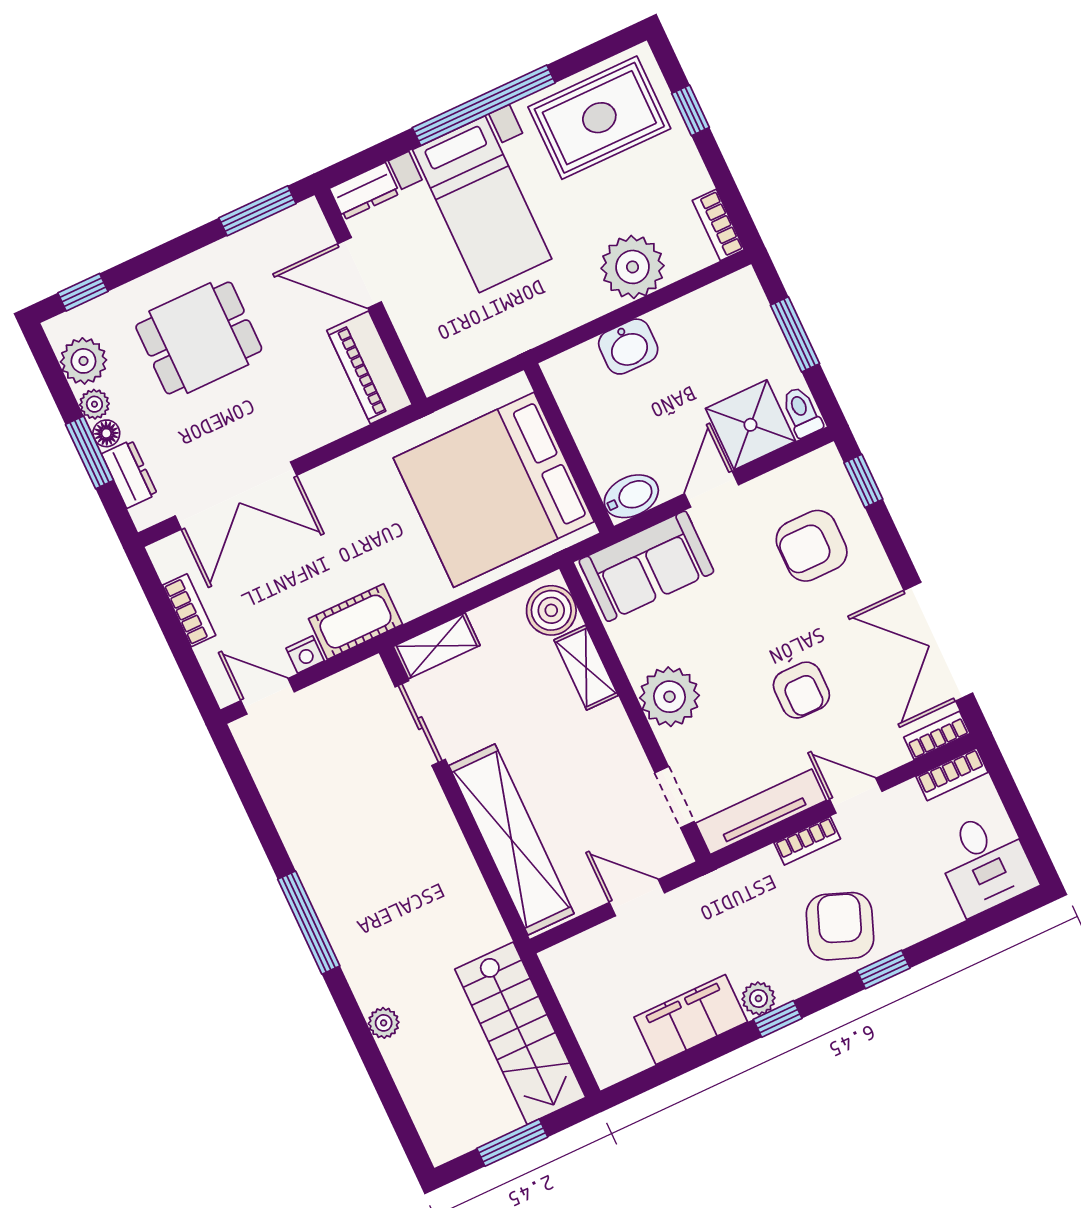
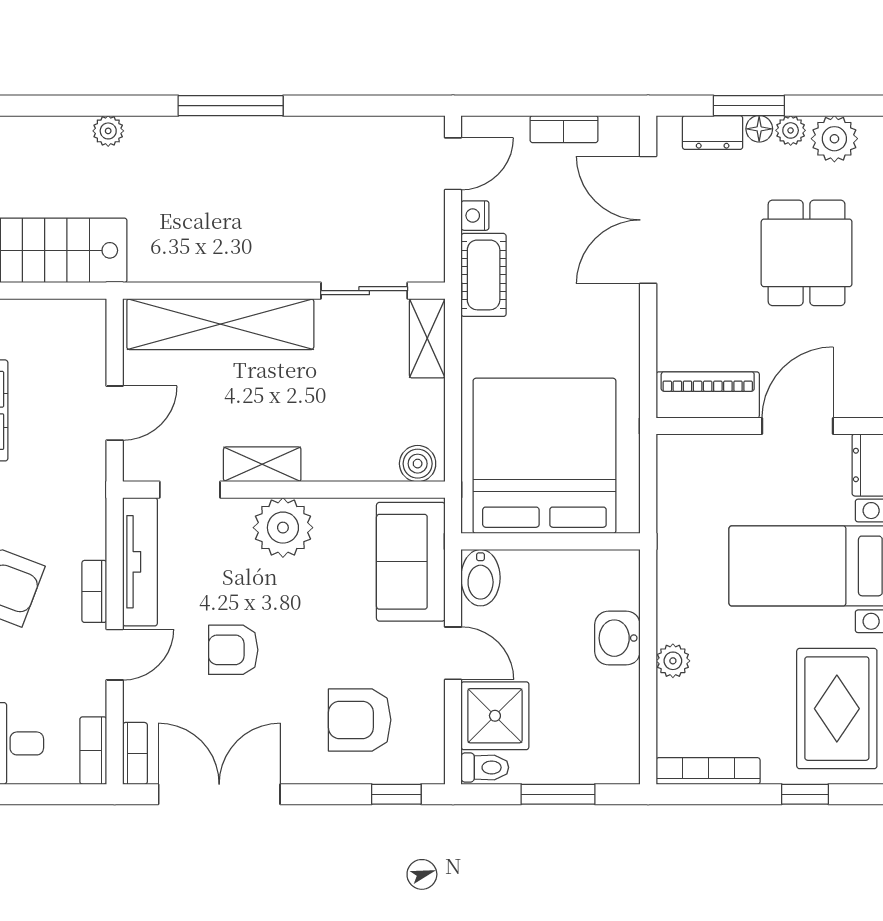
bookcase: (718, 225) -> (708, 771), width x1.56
plant: (633, 267) -> (673, 661), width x0.53, depth x0.53
armchair: (812, 546) -> (360, 720), turned -90
boiler: (551, 610) -> (418, 464), width x0.73, depth x0.73
shelving: (586, 668) -> (262, 464), moved

